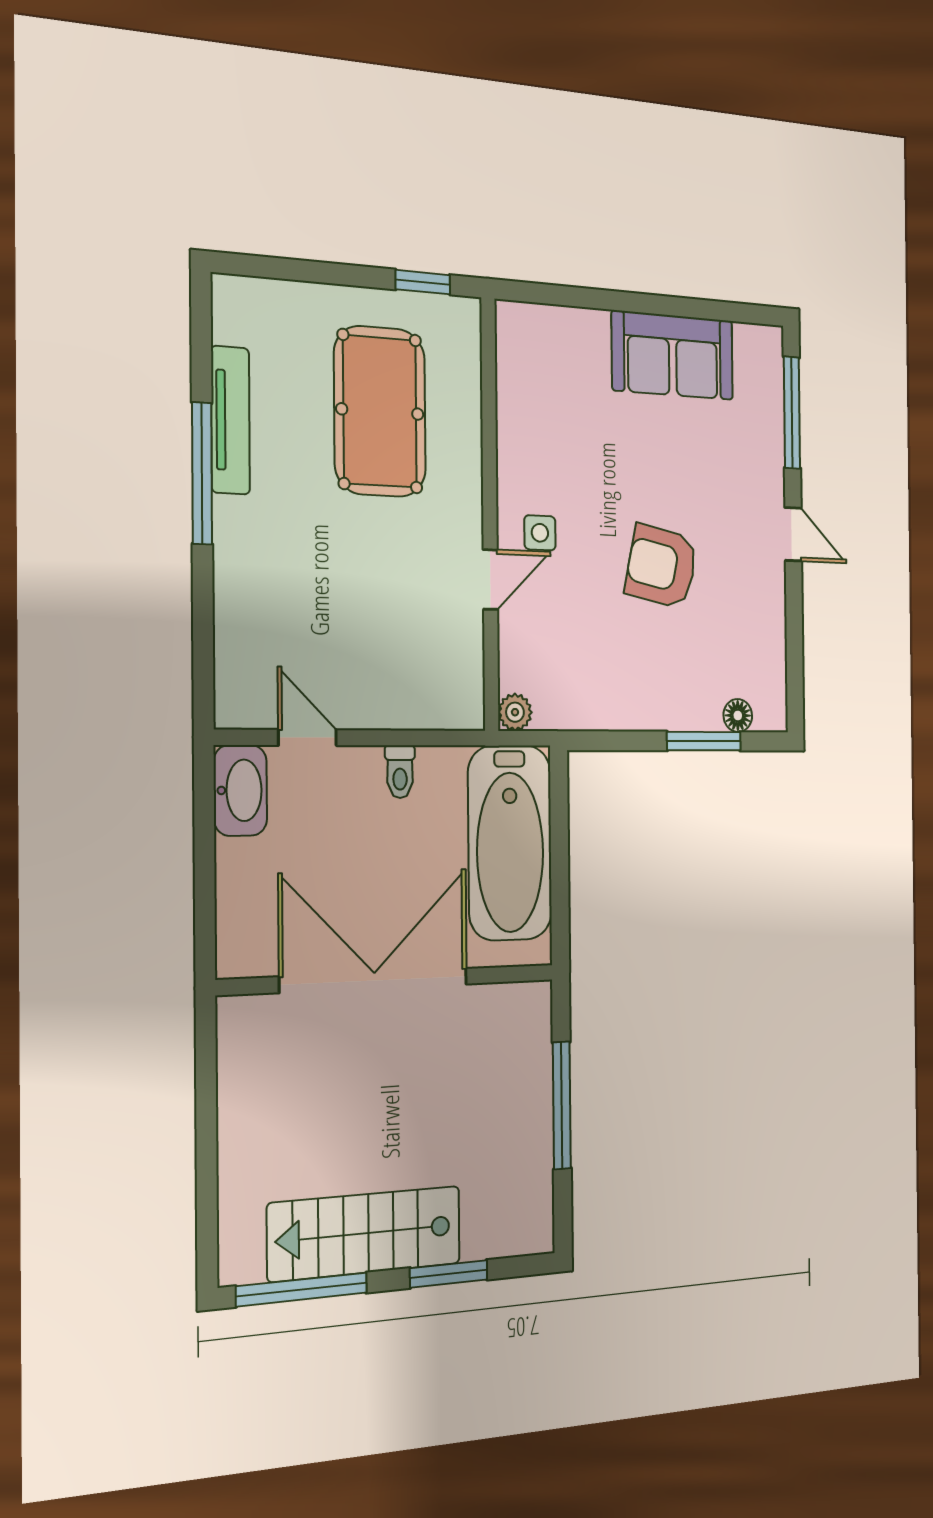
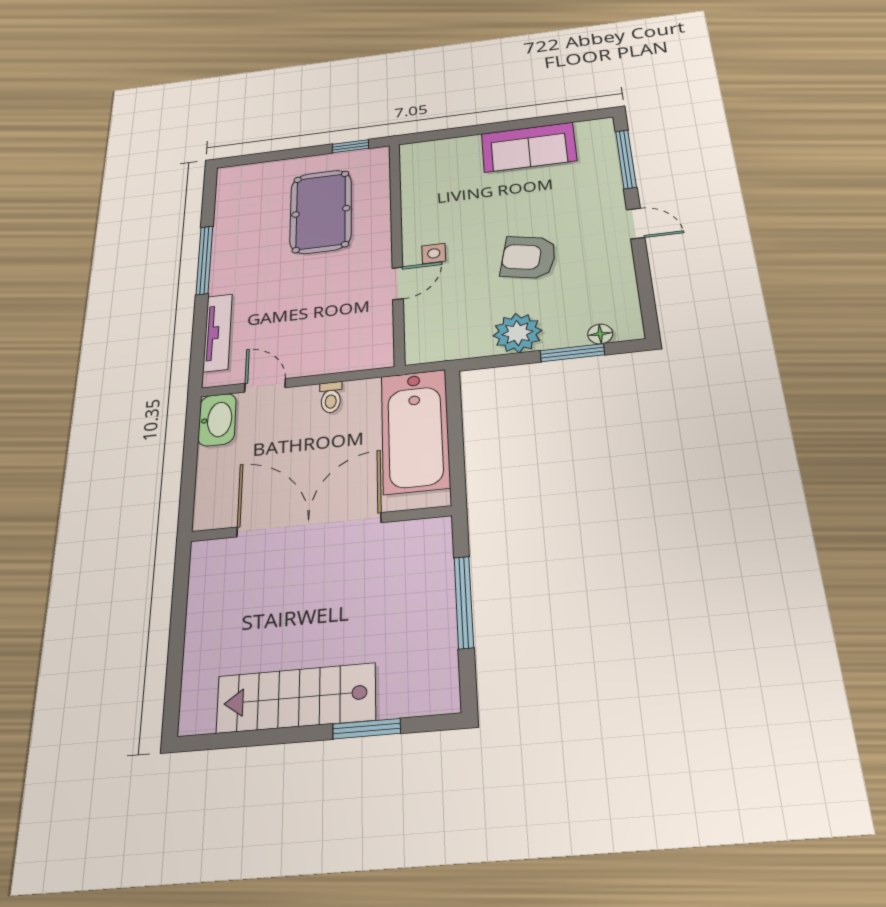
tv unit: (230, 420) -> (218, 333), moved
plant: (515, 712) -> (517, 333), moved, width x1.88, depth x1.88
window: (302, 1289) -> (243, 739), removed

